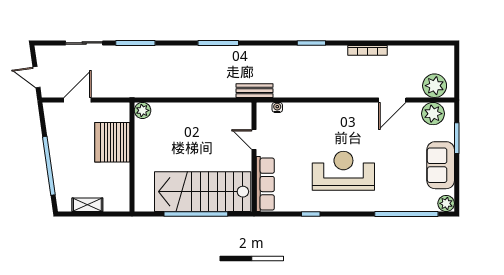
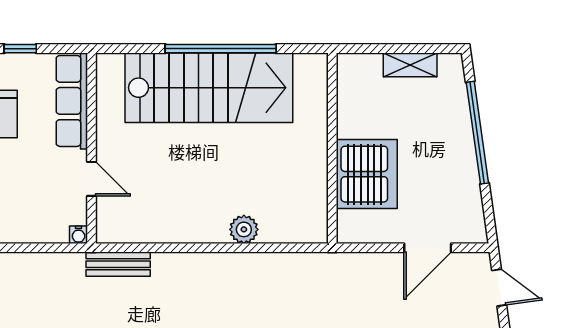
plant: (143, 110) -> (244, 229), moved
door: (254, 139) -> (92, 179), moved
wall: (254, 157) -> (92, 148), moved
row of seats: (265, 184) -> (72, 101), moved

